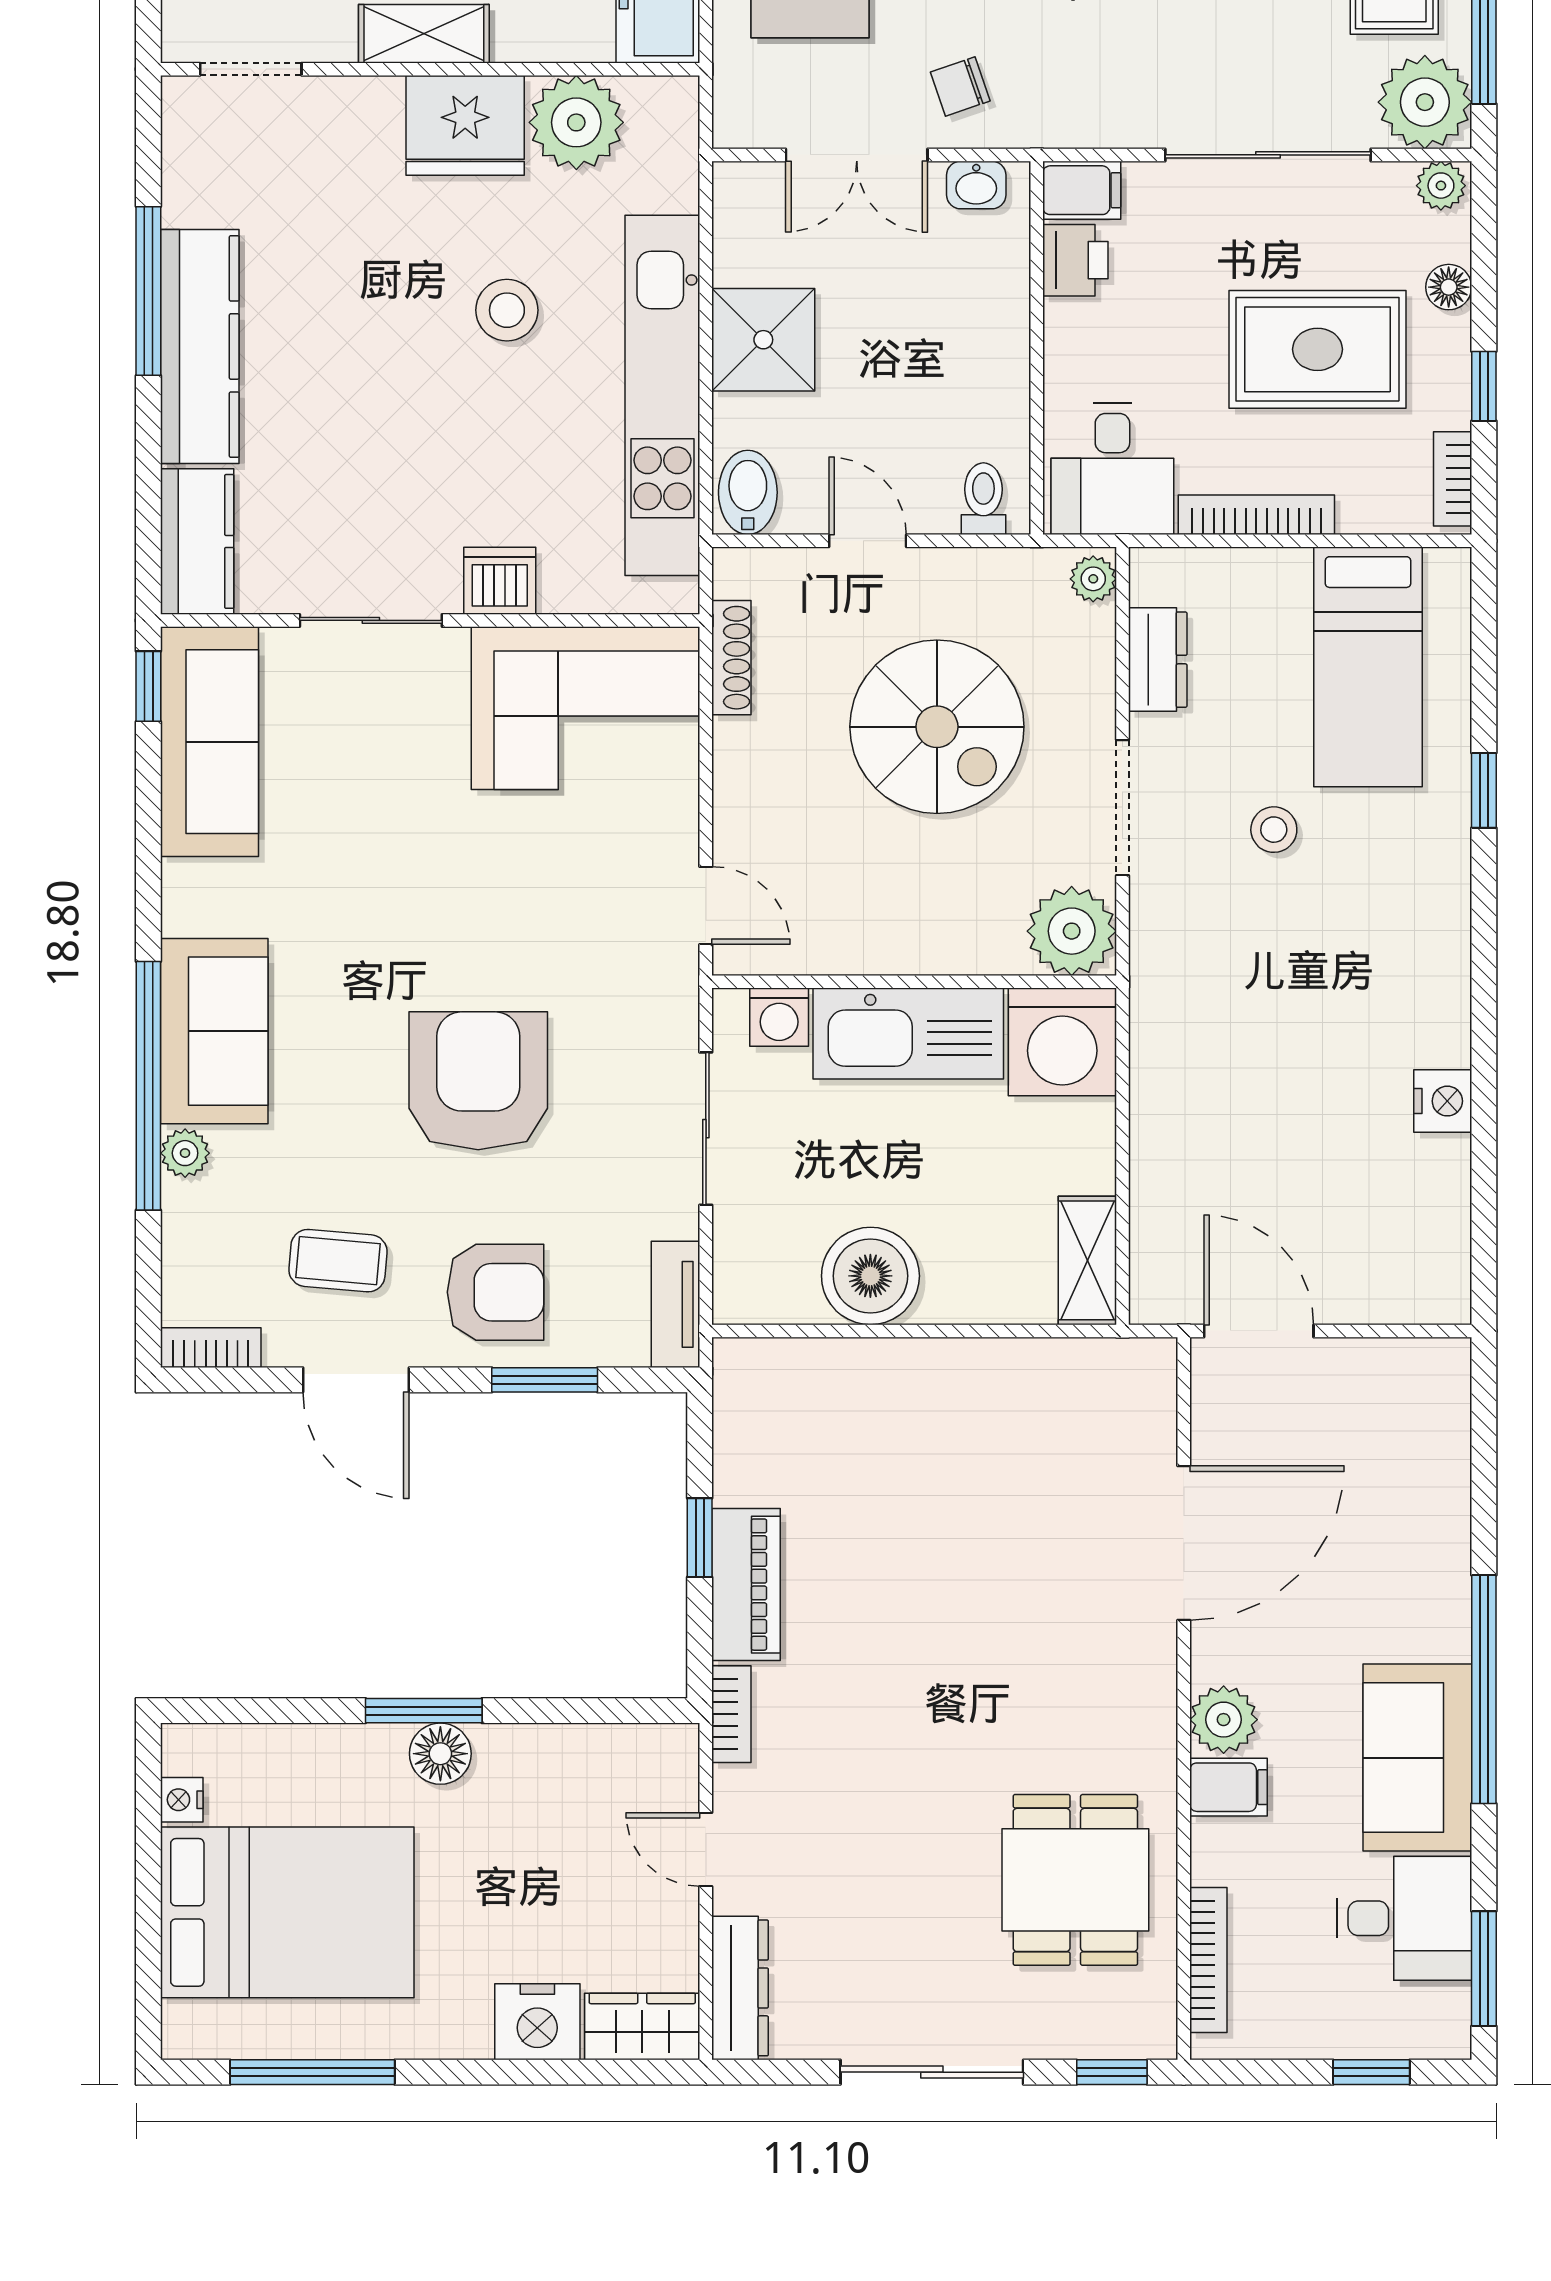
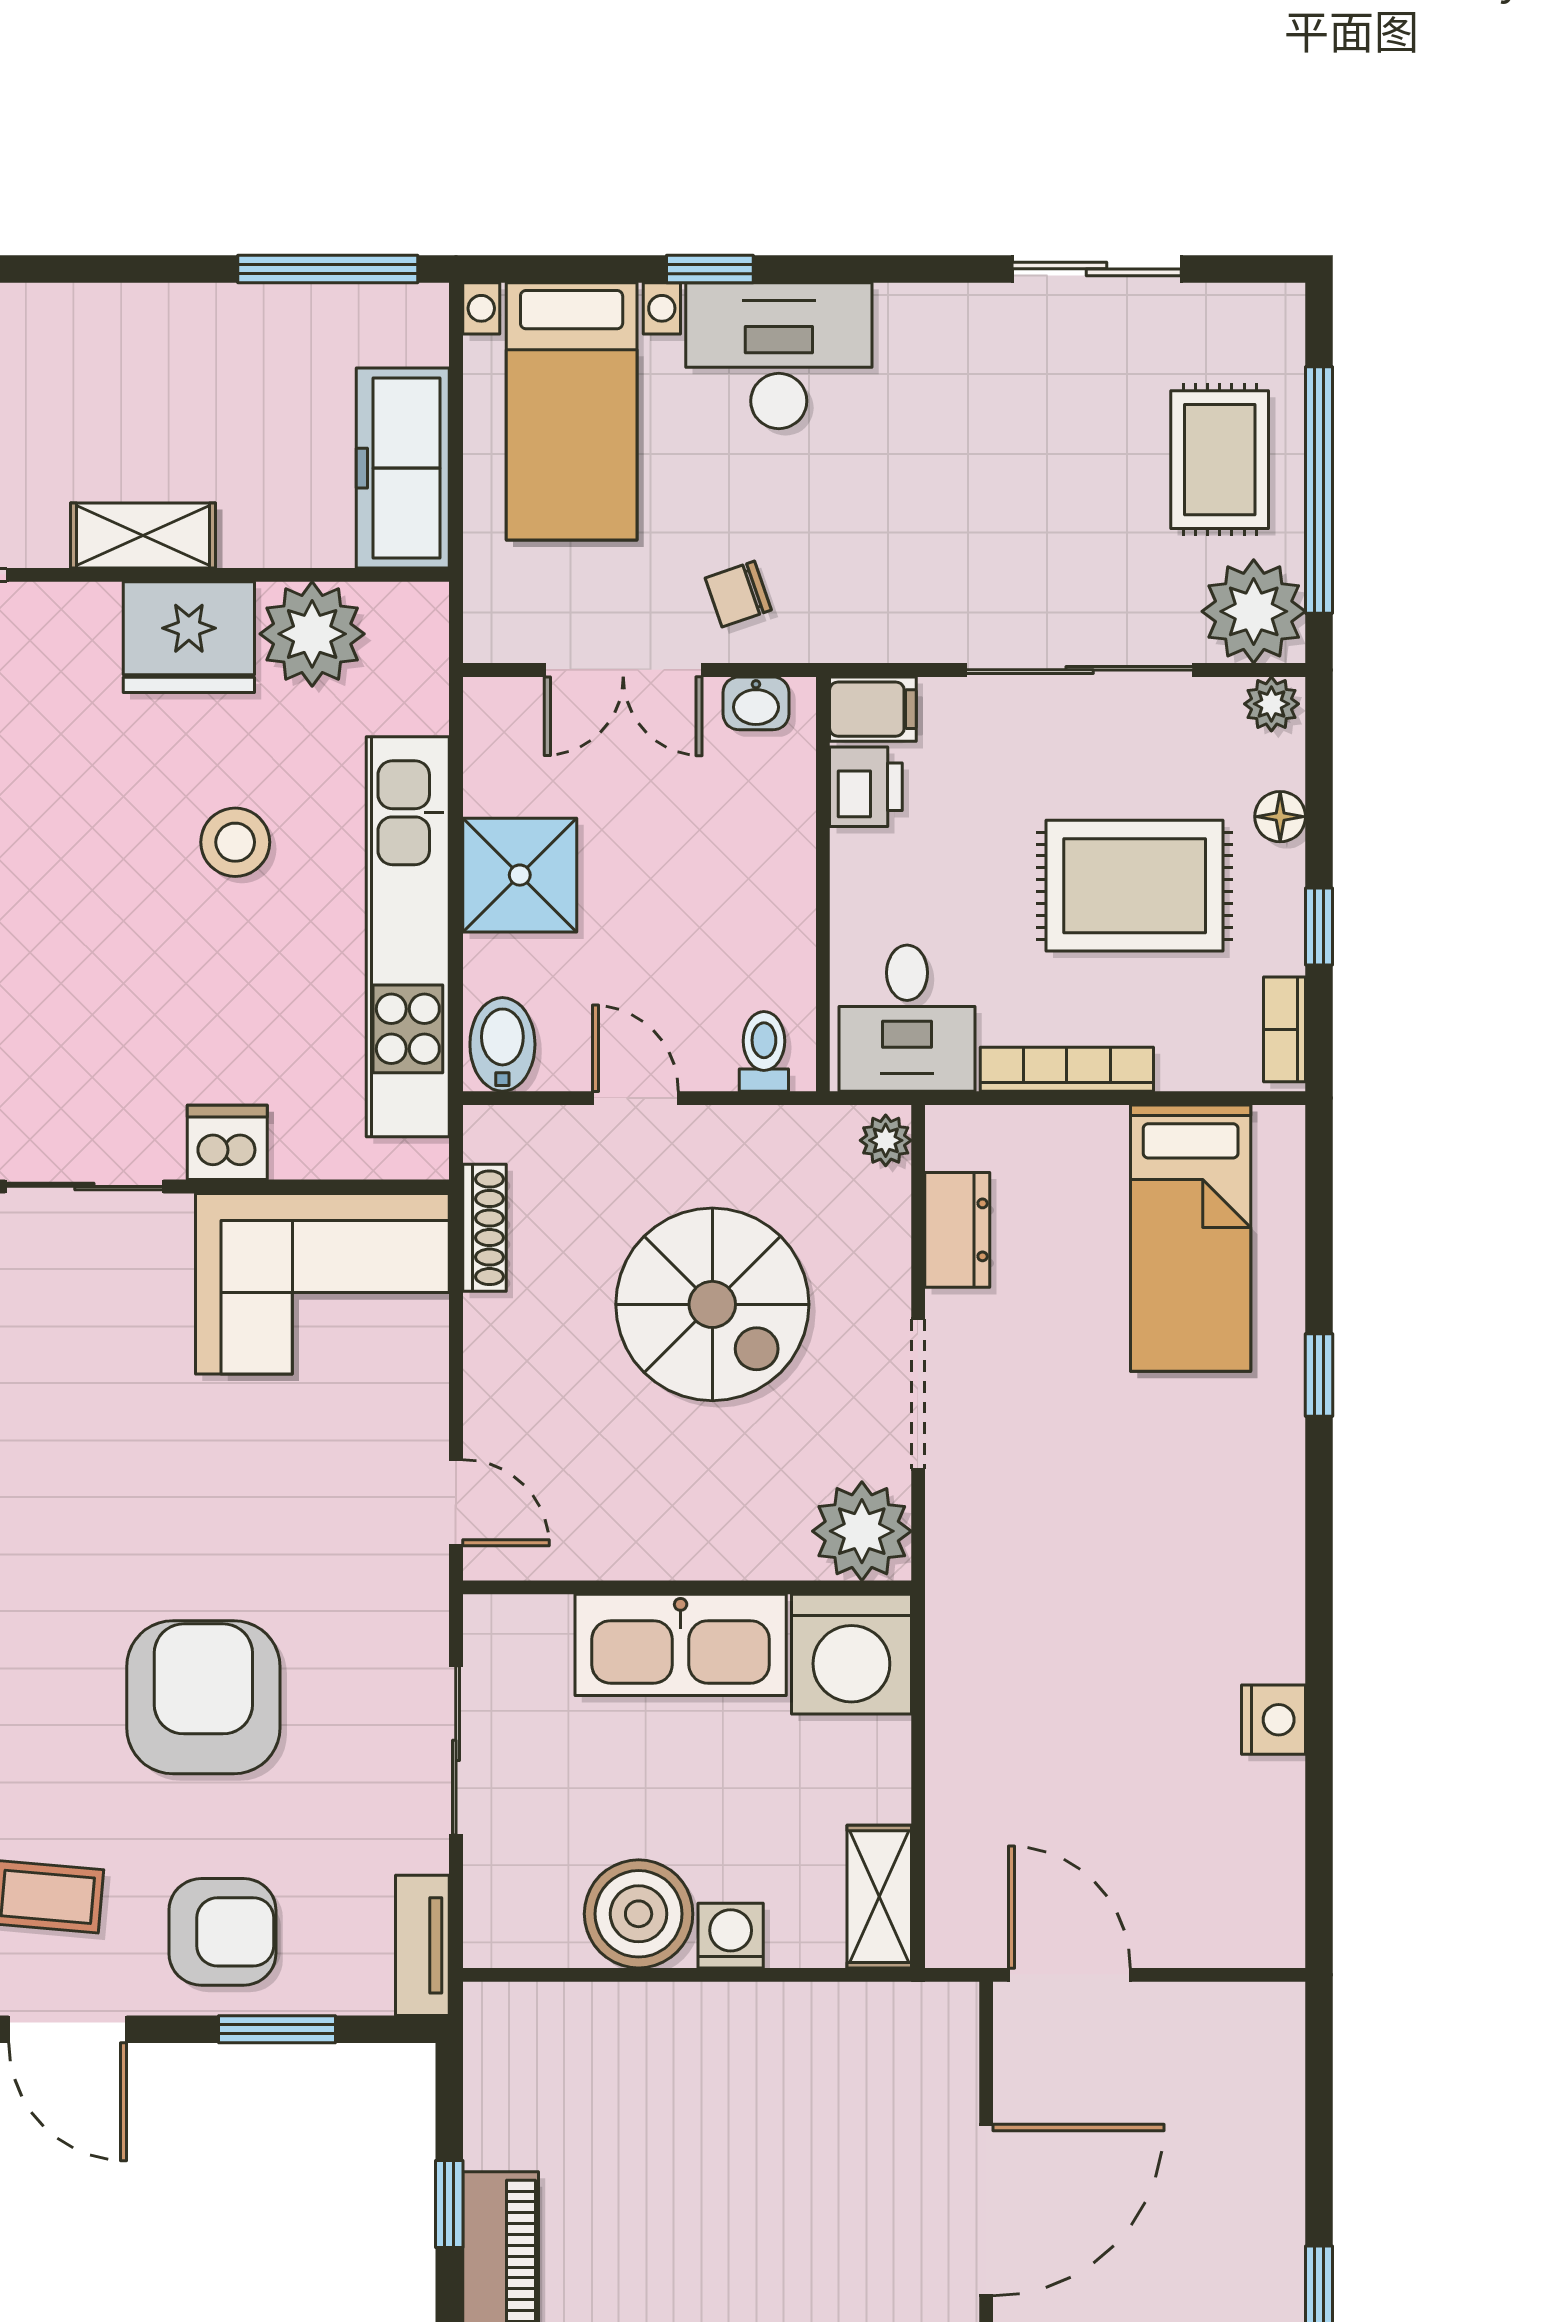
stool: (1274, 830) -> (1086, 1419), removed
washing machine: (779, 1017) -> (731, 1936), moved, turned 180

